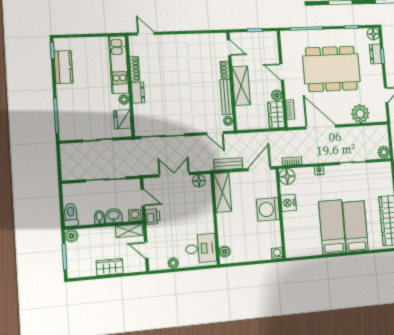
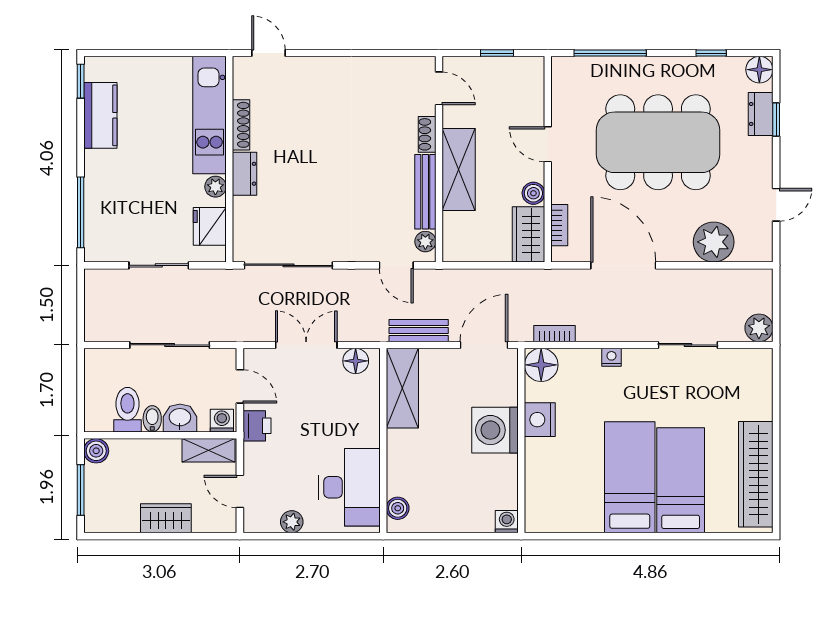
toilet: (71, 215) -> (127, 410), moved
desk: (201, 248) -> (349, 487), width x1.37

